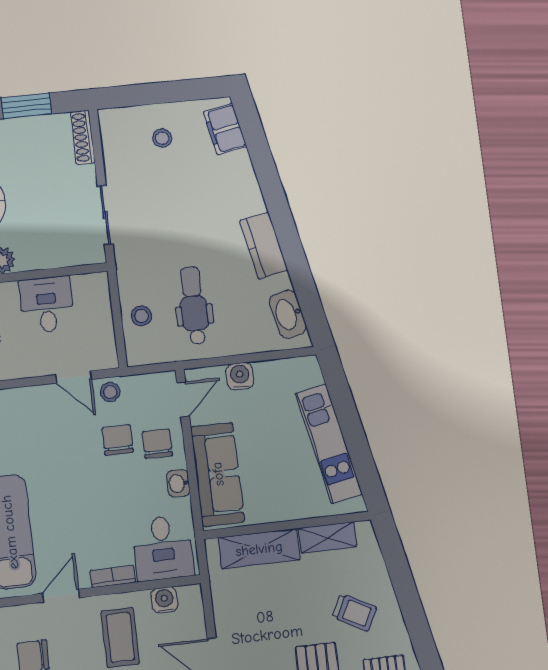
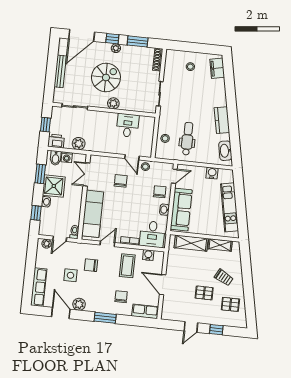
water cooler: (240, 376) -> (212, 173), moved
chair: (118, 440) -> (121, 181), moved

